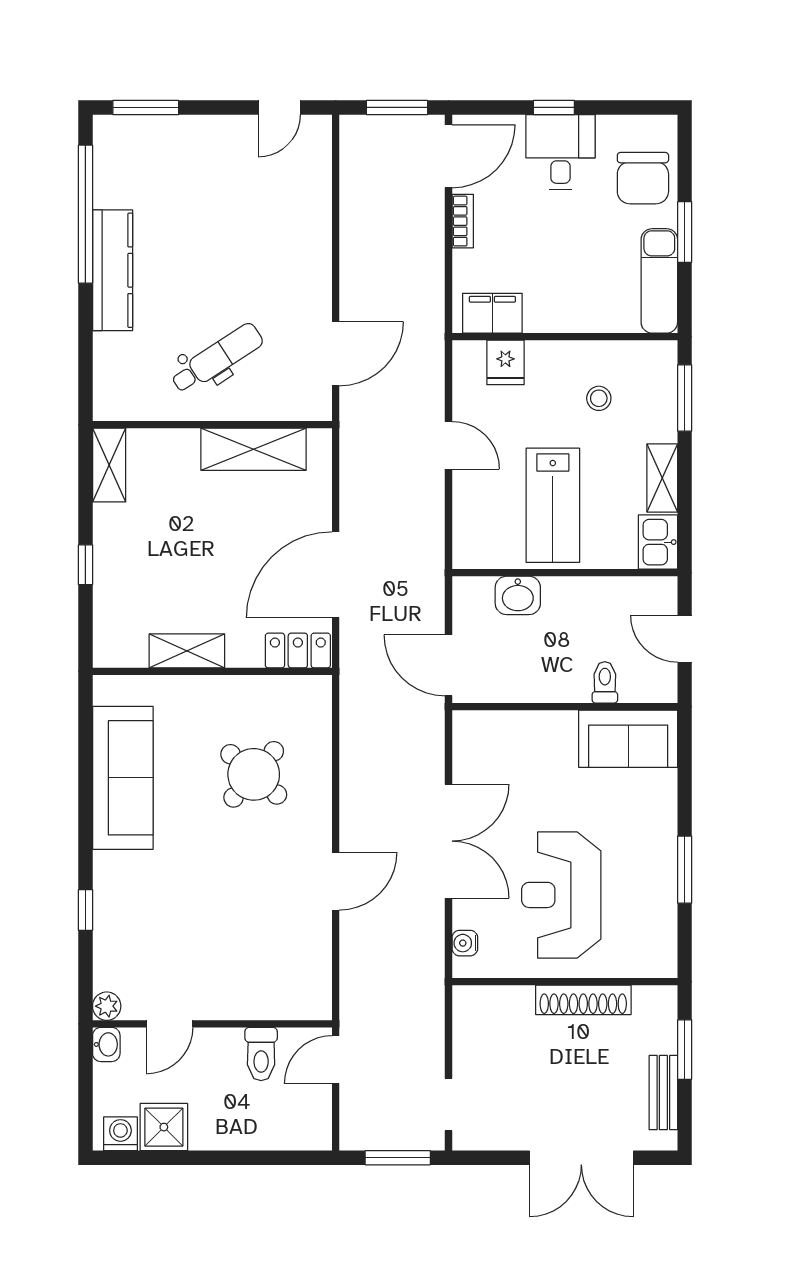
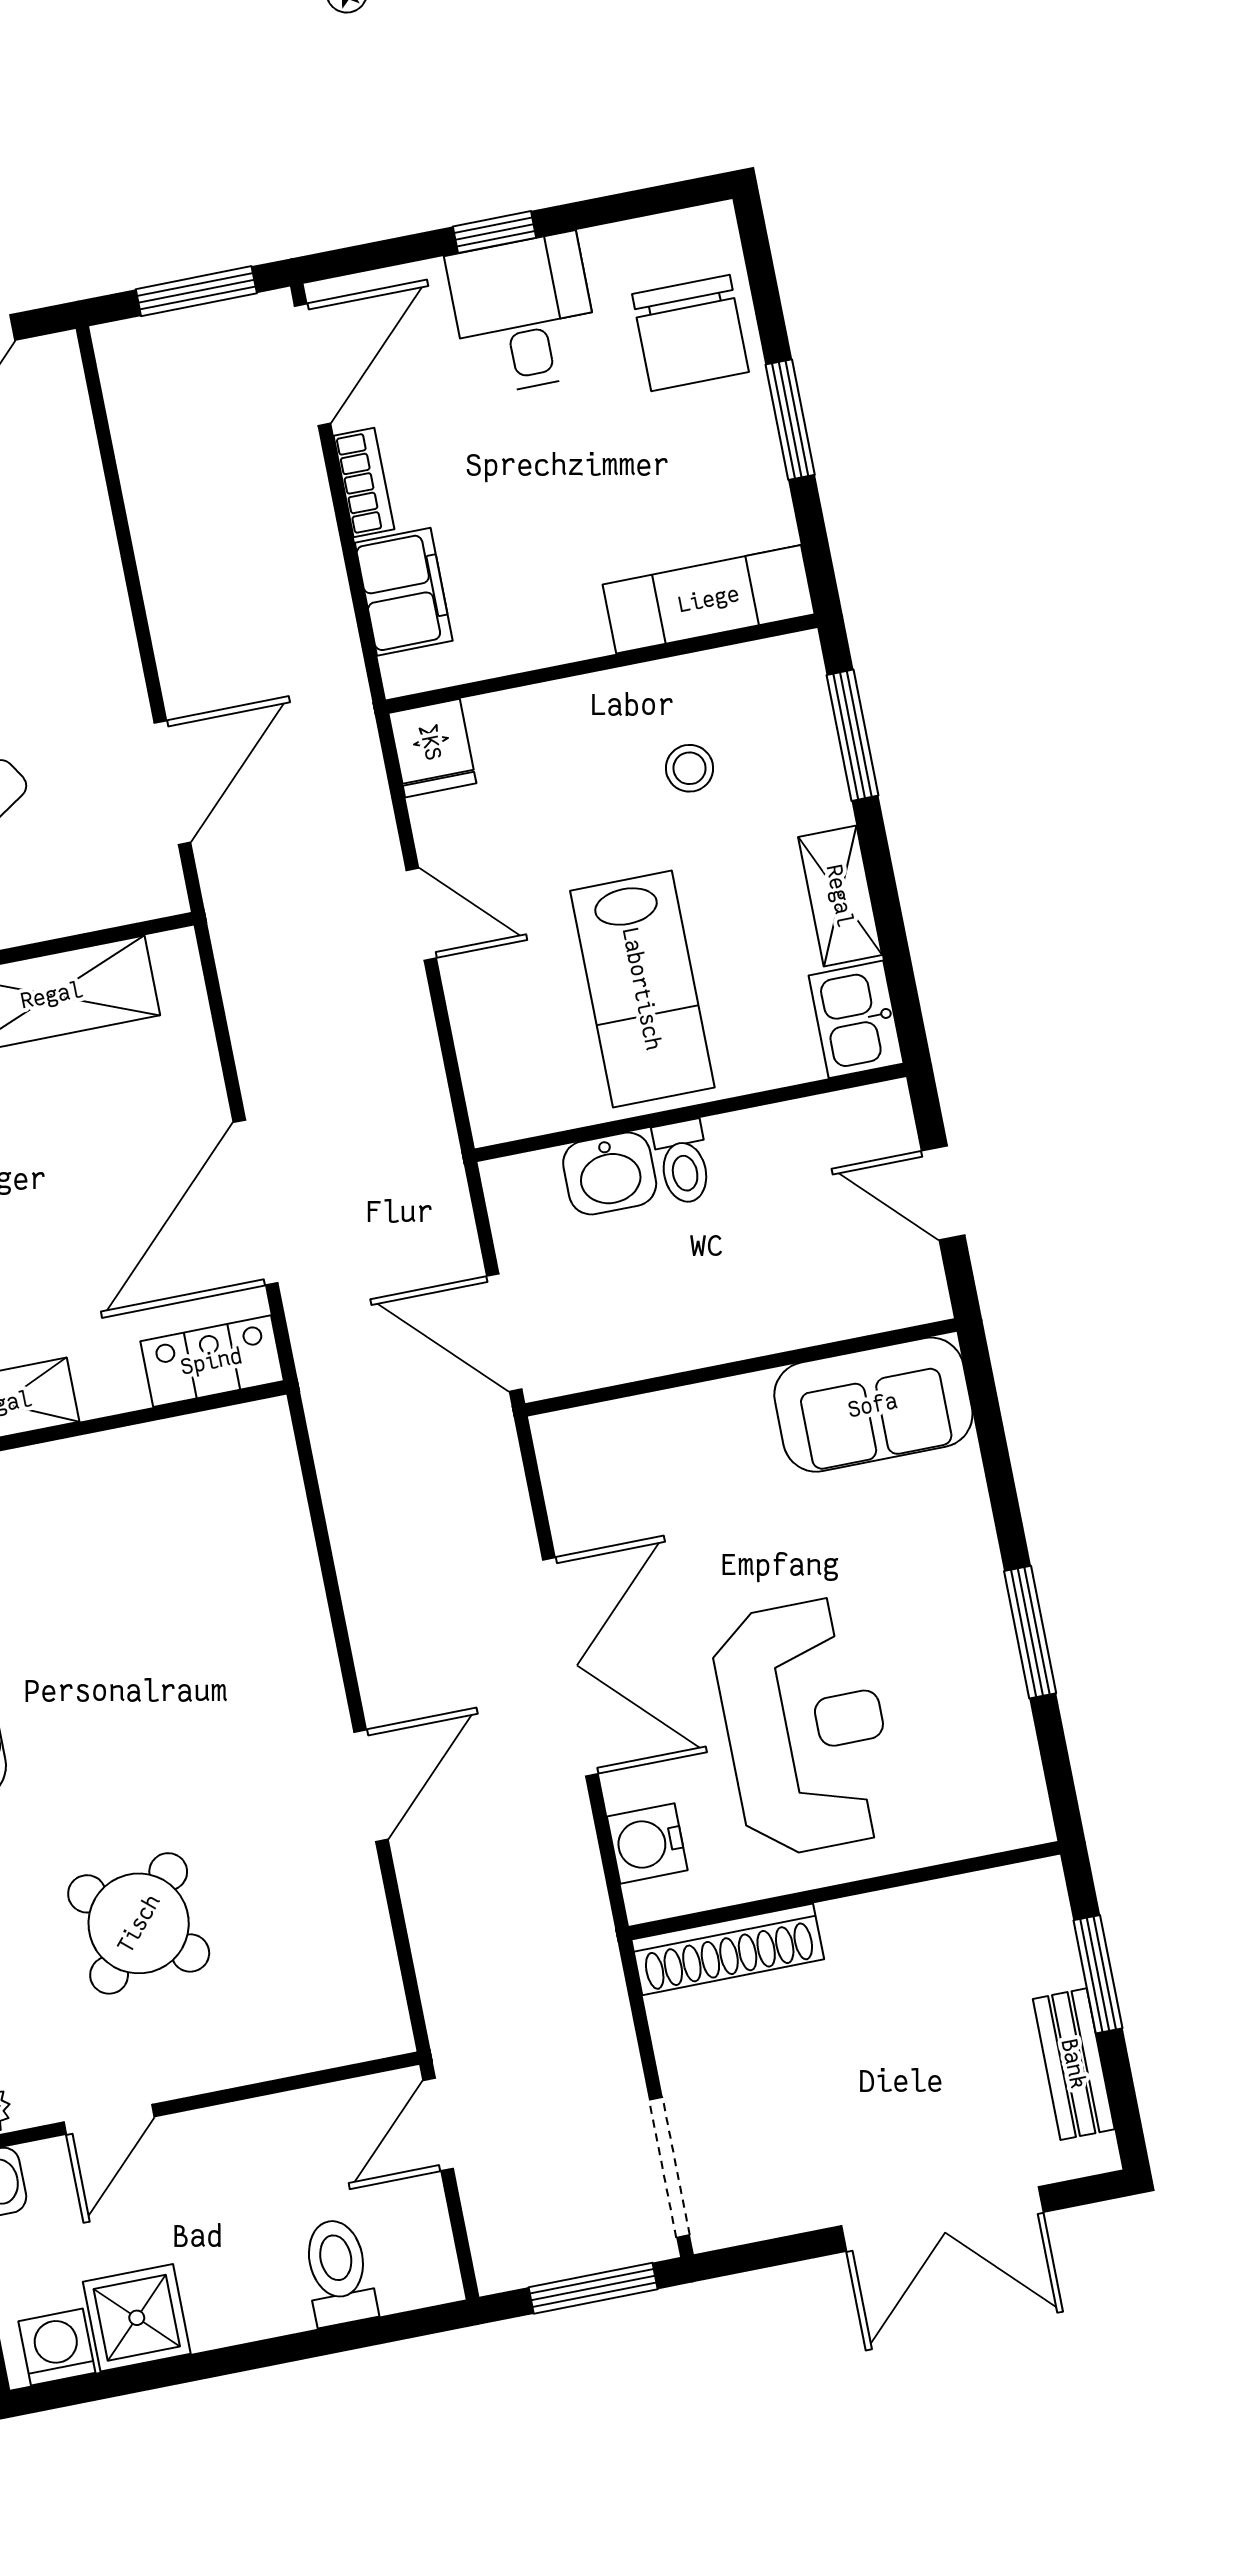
exam couch: (659, 281) -> (709, 599), moved, turned 90
filing cabinet: (492, 313) -> (404, 592), moved, turned 90
fridge: (505, 362) -> (432, 748), moved
toilet: (605, 682) -> (683, 1162), moved, turned 180
round table: (254, 774) -> (139, 1923), moved
reception desk: (561, 895) -> (805, 1727), turned 180
water cooler: (465, 943) -> (647, 1843), width x1.38, depth x1.38
shoe rack: (583, 1000) -> (728, 1949), moved
toilet: (261, 1054) -> (339, 2272), moved, turned 180
doorway: (448, 1104) -> (670, 2167), width x1.38

